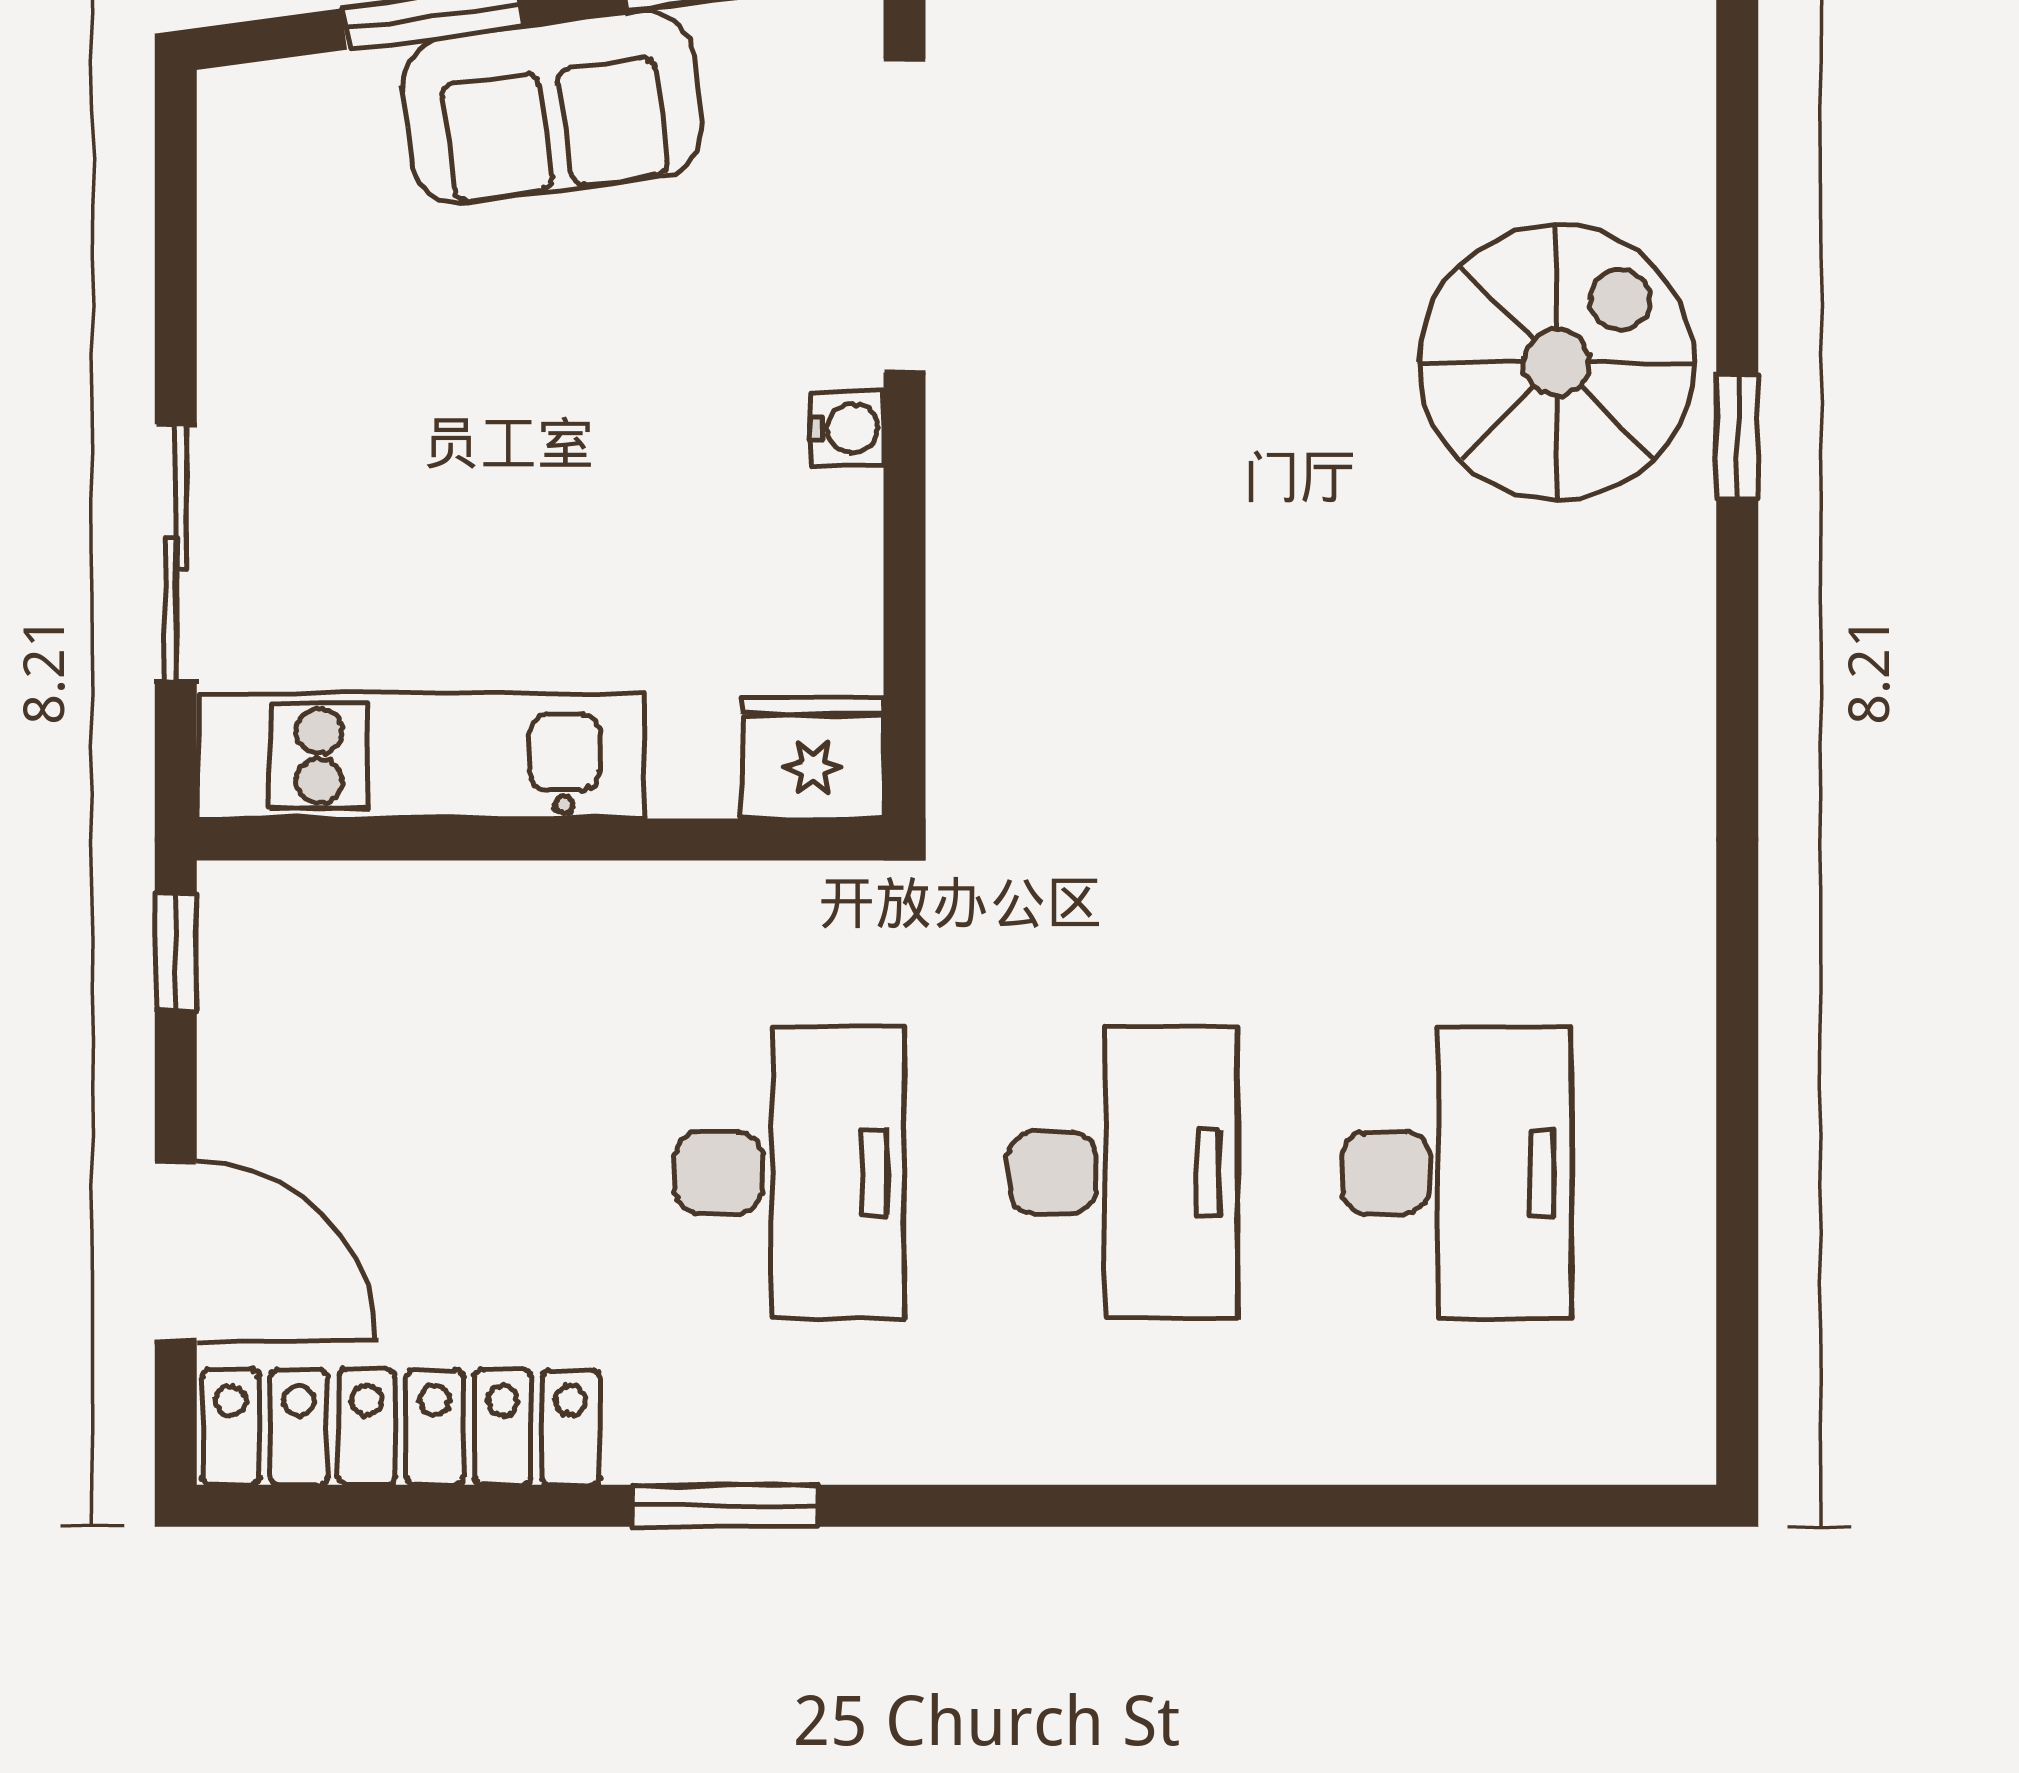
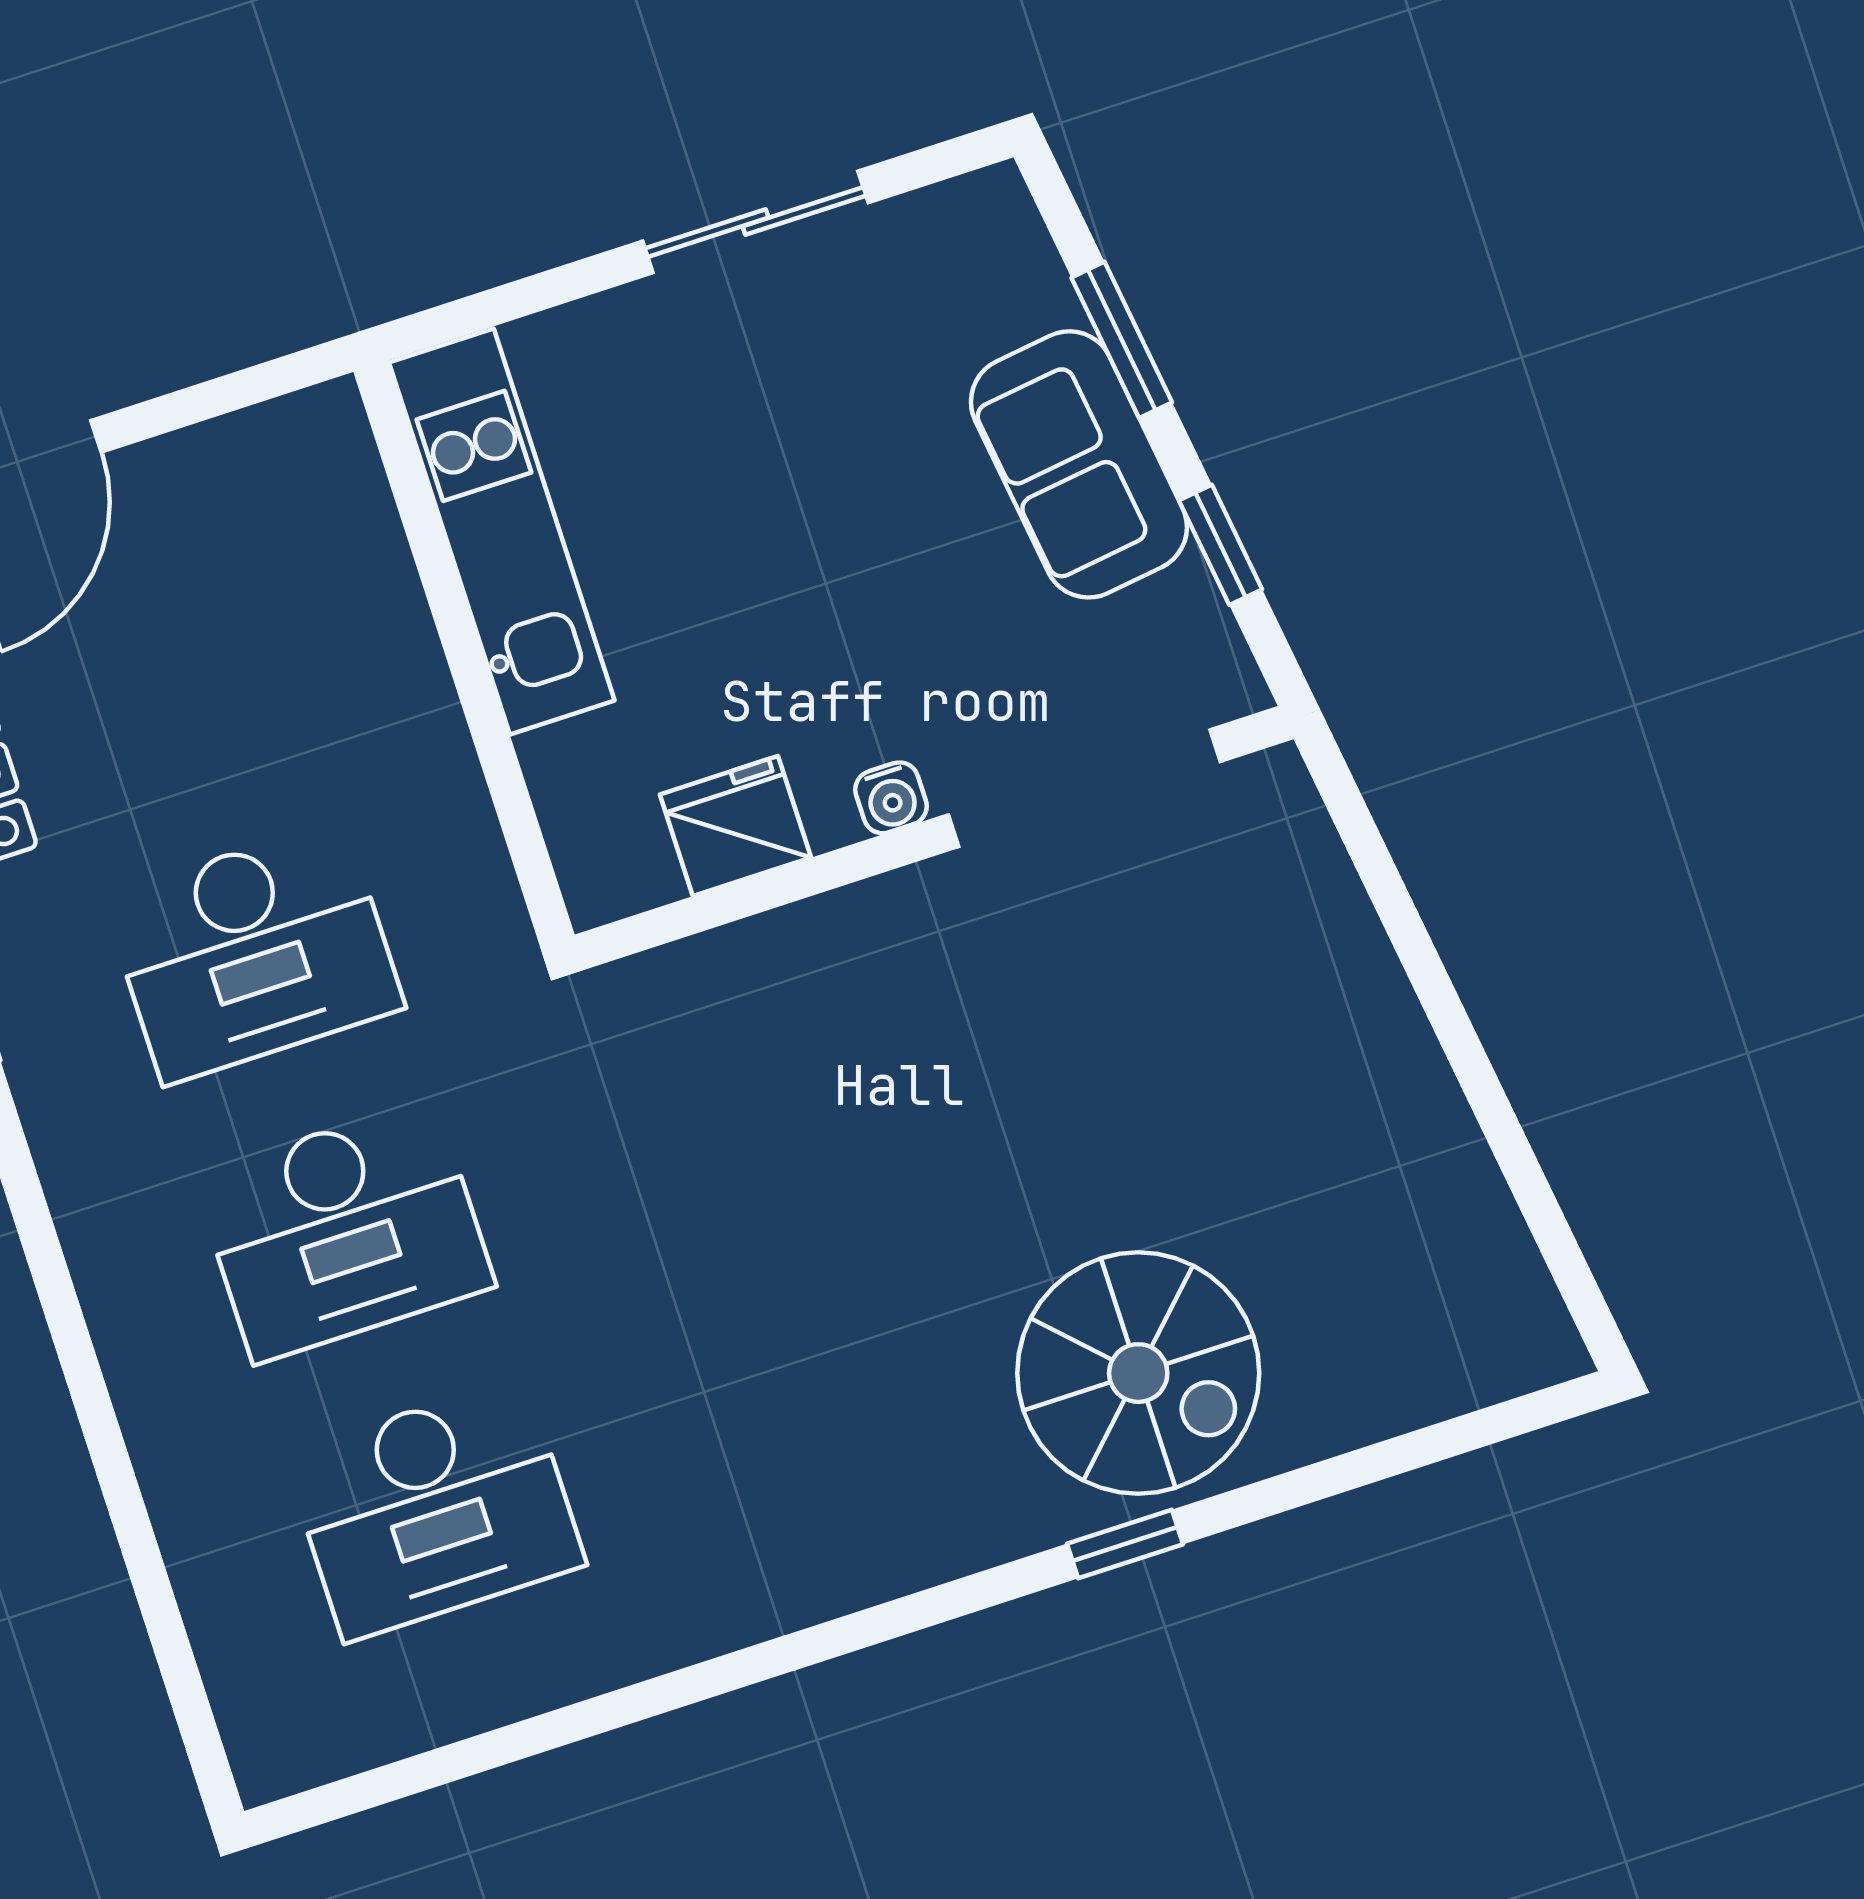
sliding door: (176, 553) -> (756, 222), moved
fridge: (813, 758) -> (735, 826), moved, turned -90
window: (176, 952) -> (271, 379), removed

